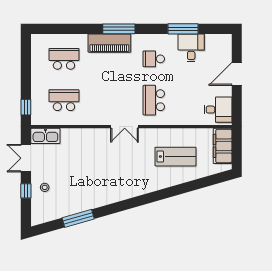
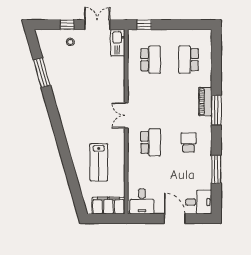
piano: (109, 43) -> (205, 102), width x0.73, depth x0.75
desk: (191, 48) -> (199, 202), moved
school desk: (64, 59) -> (189, 60), turned 180
school desk: (154, 100) -> (151, 142), turned 90

